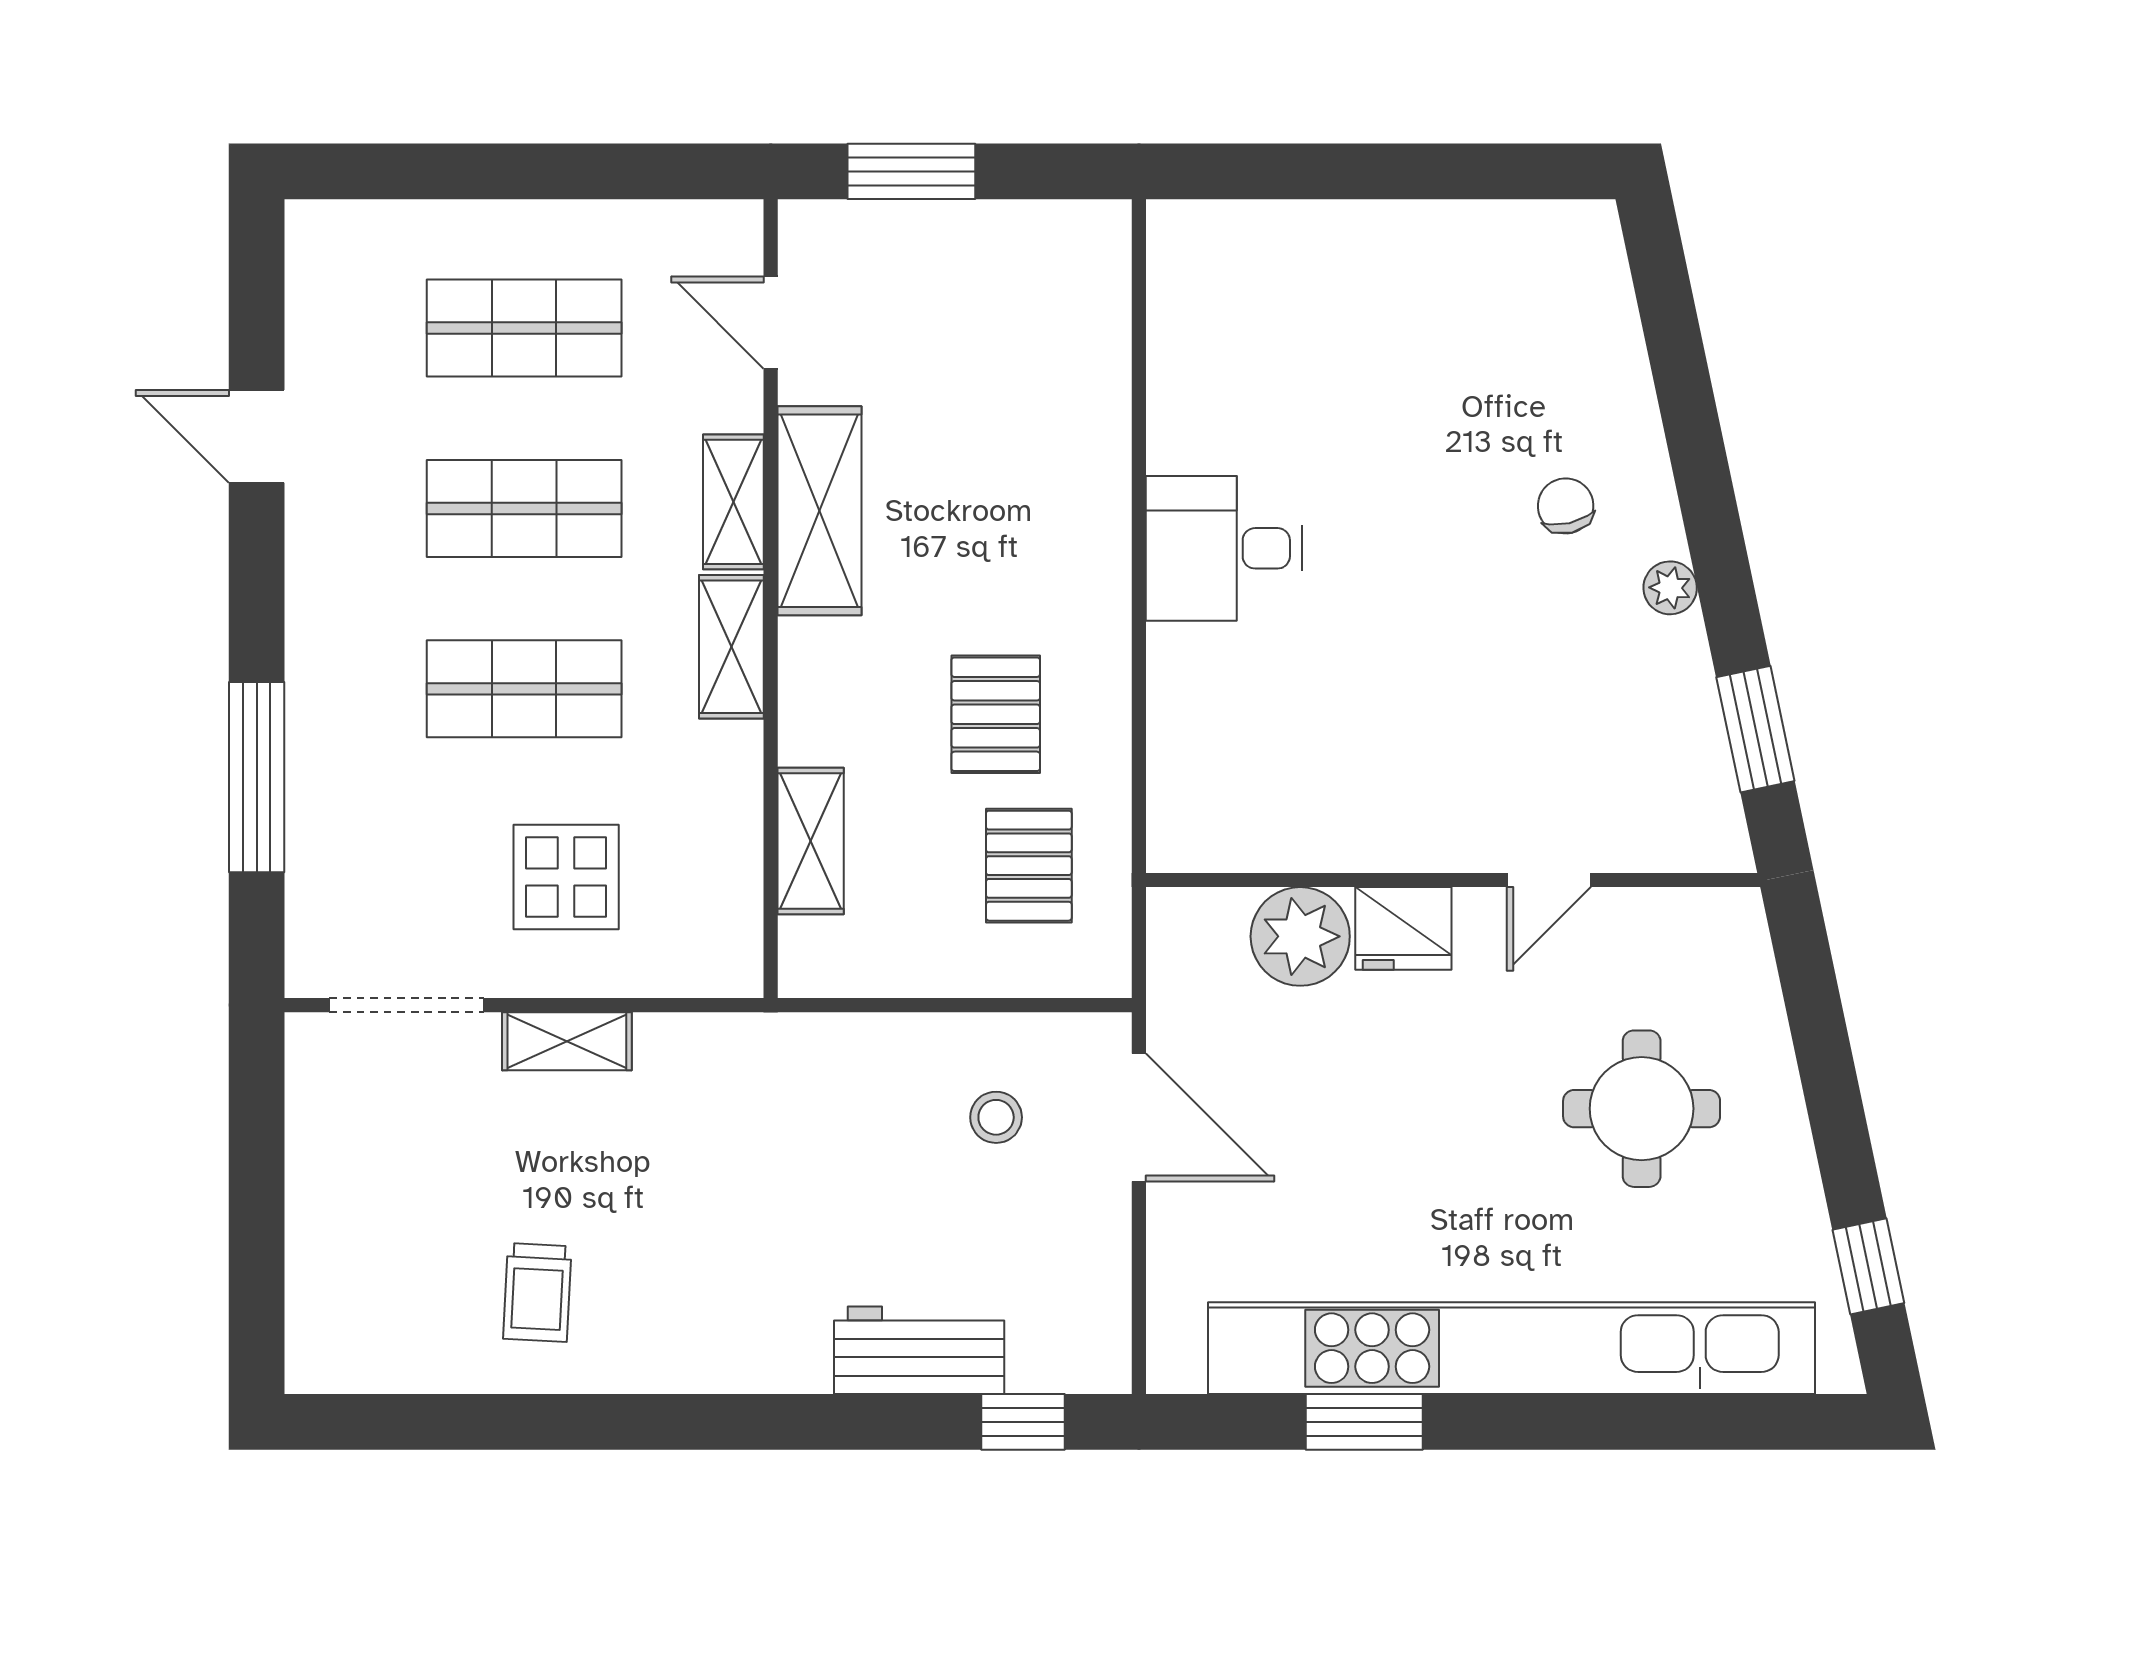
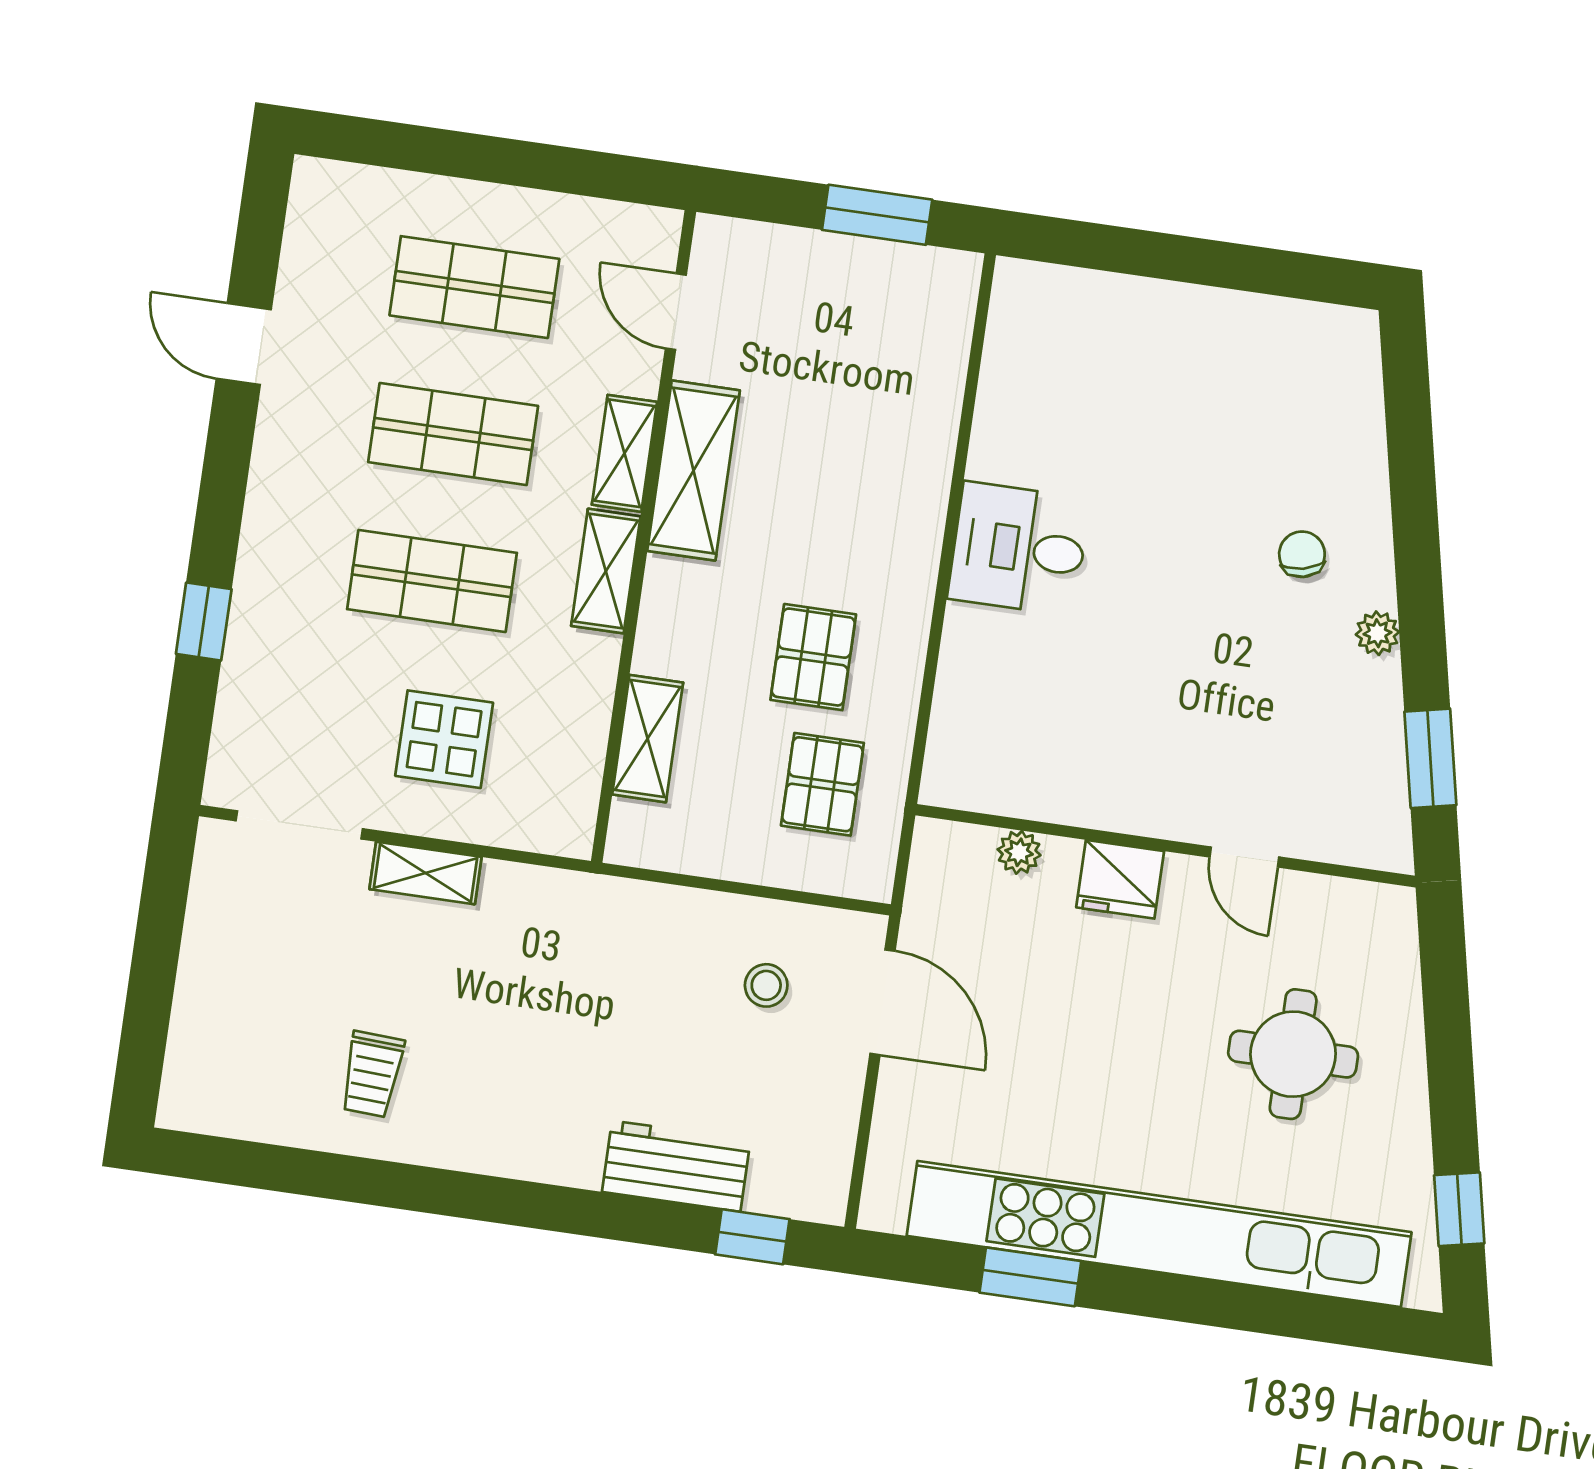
window: (911, 171) -> (877, 215), moved
window: (257, 777) -> (204, 621), width x0.46
door: (1549, 880) -> (1244, 857), hinge flipped
plant: (1300, 936) -> (1019, 852), width x0.53, depth x0.53

